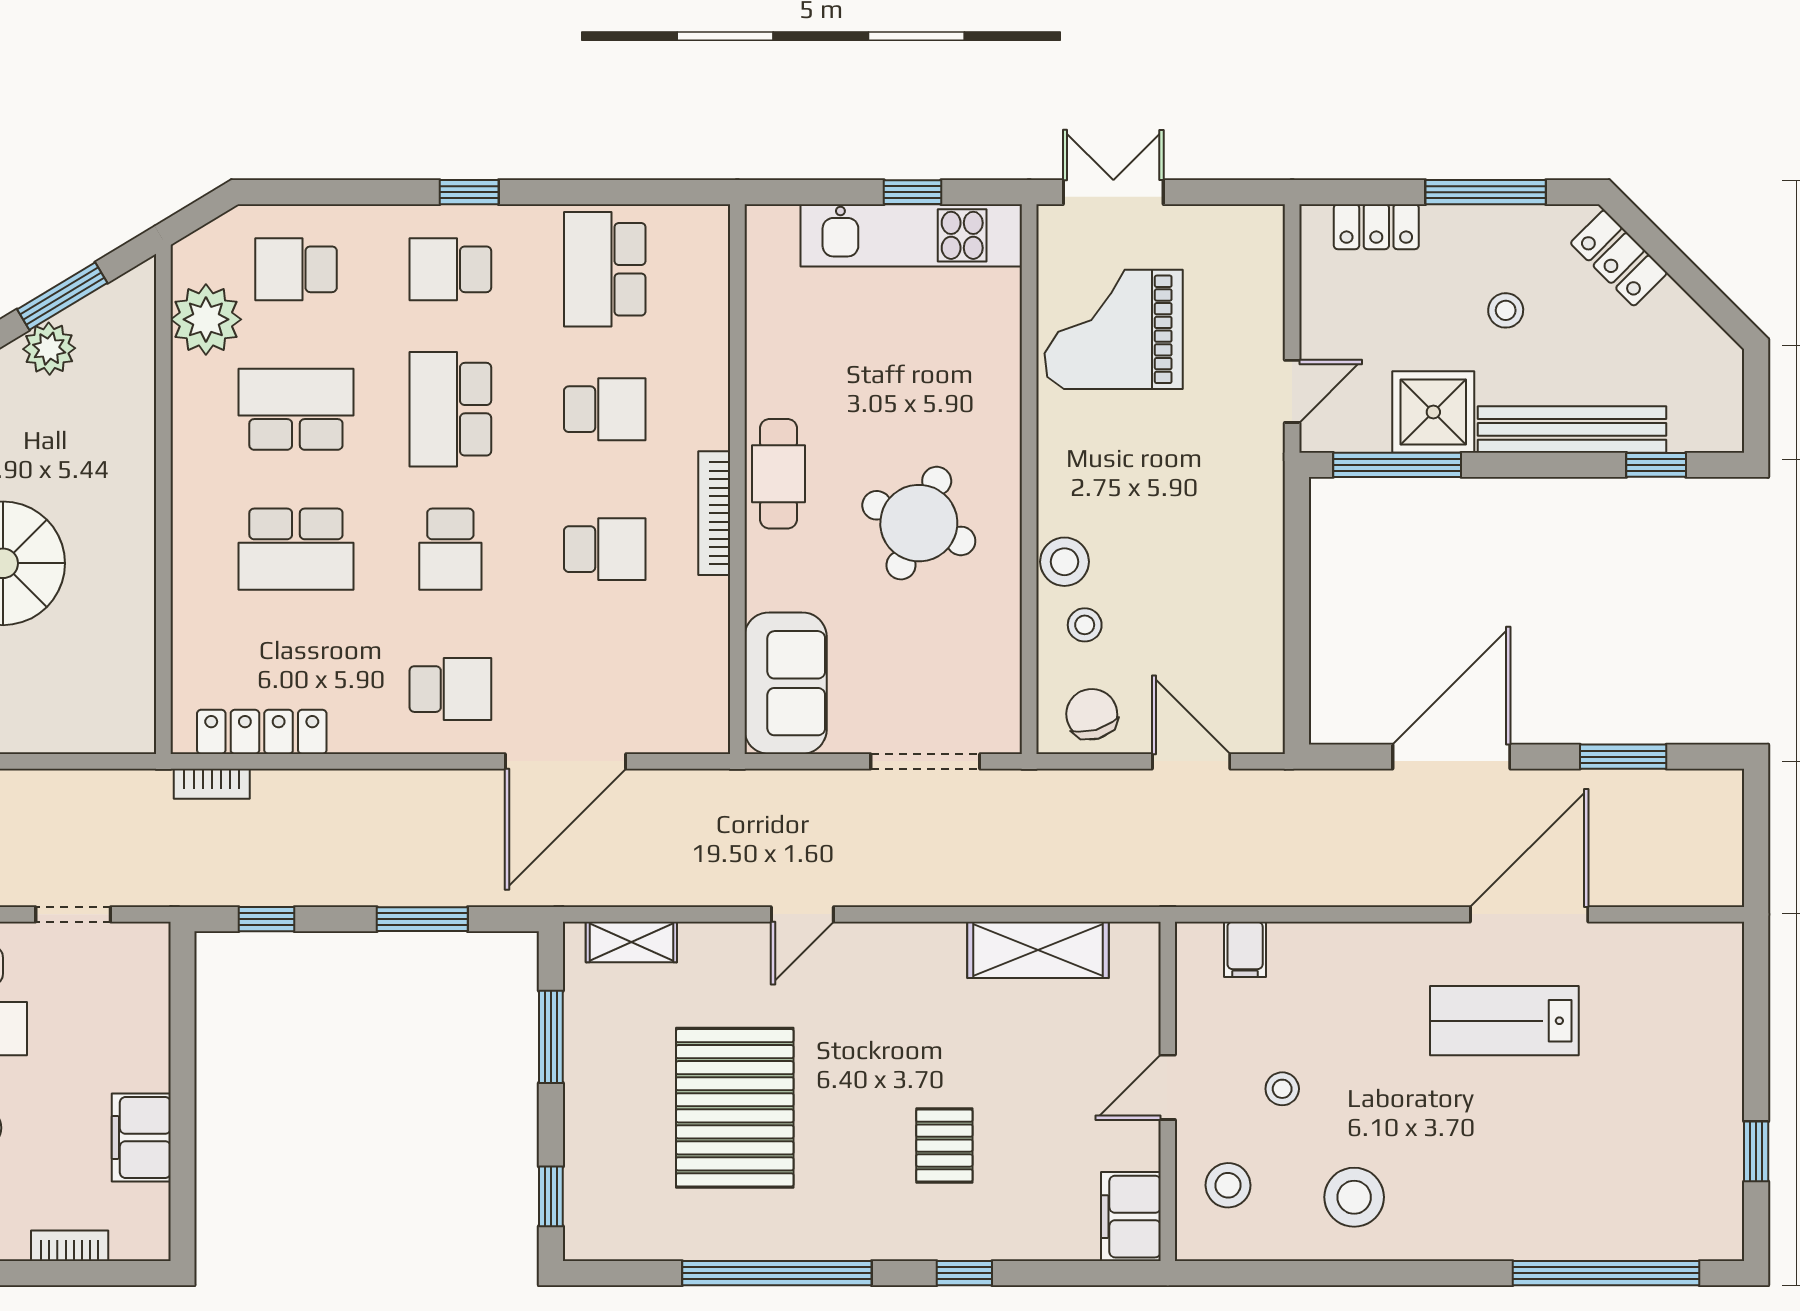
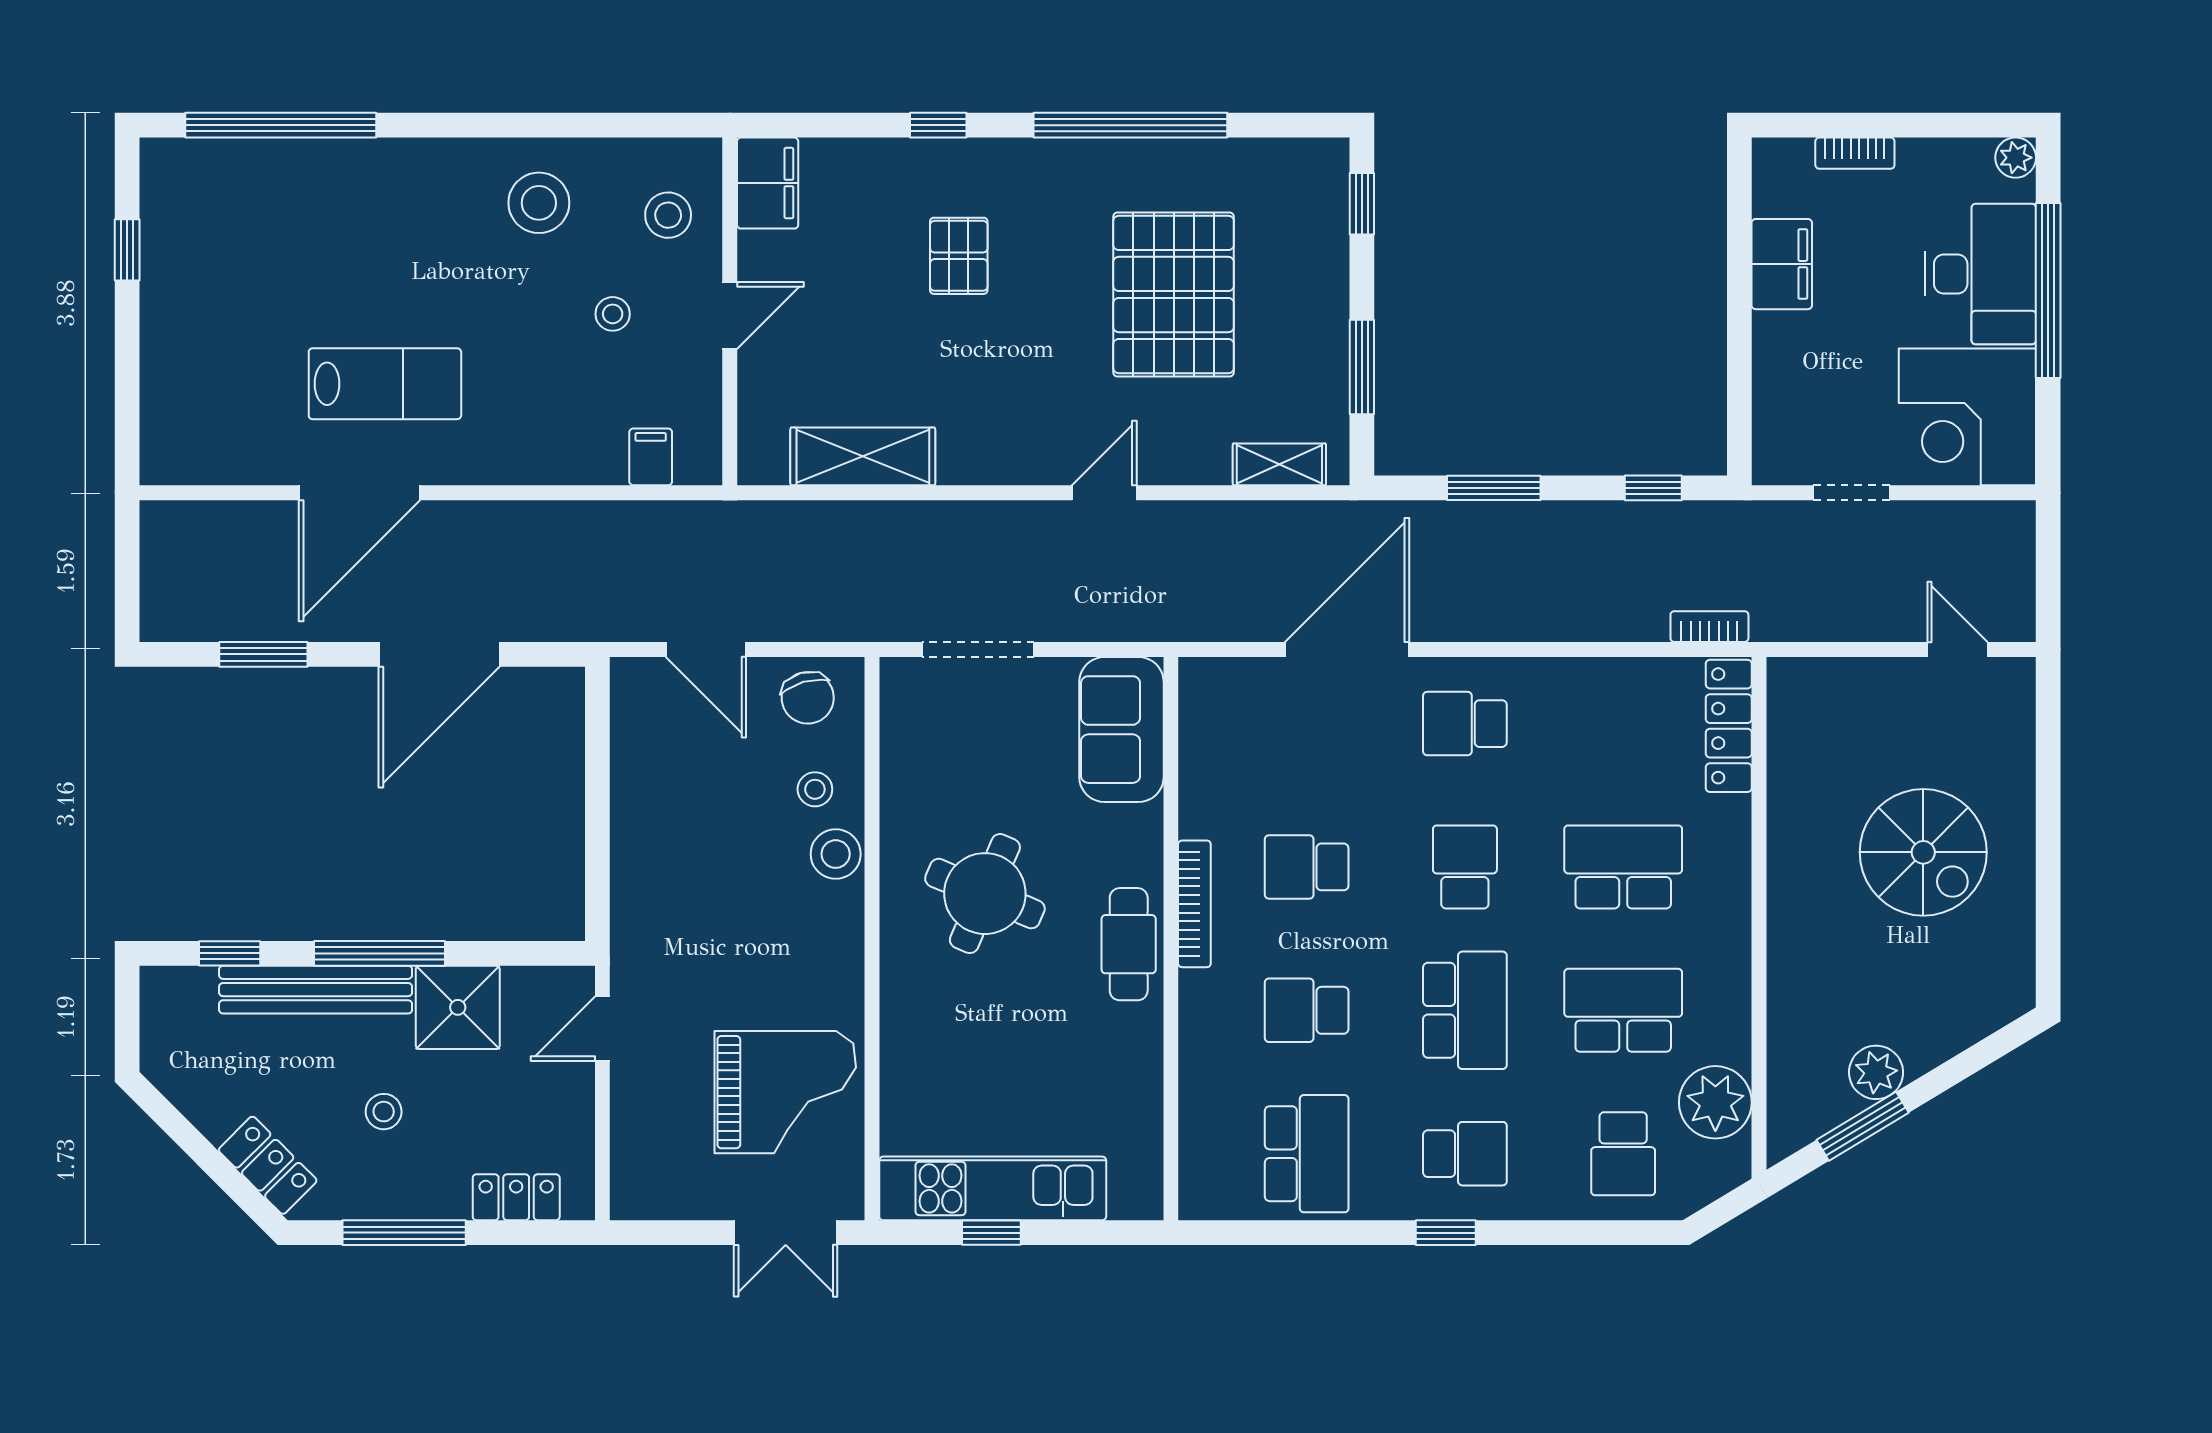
school desk: (296, 269) -> (1623, 1154), turned 90
school desk: (296, 409) -> (1623, 1010), turned 180
window: (1397, 465) -> (380, 953), moved
locker: (262, 732) -> (1729, 726), moved, turned 90

